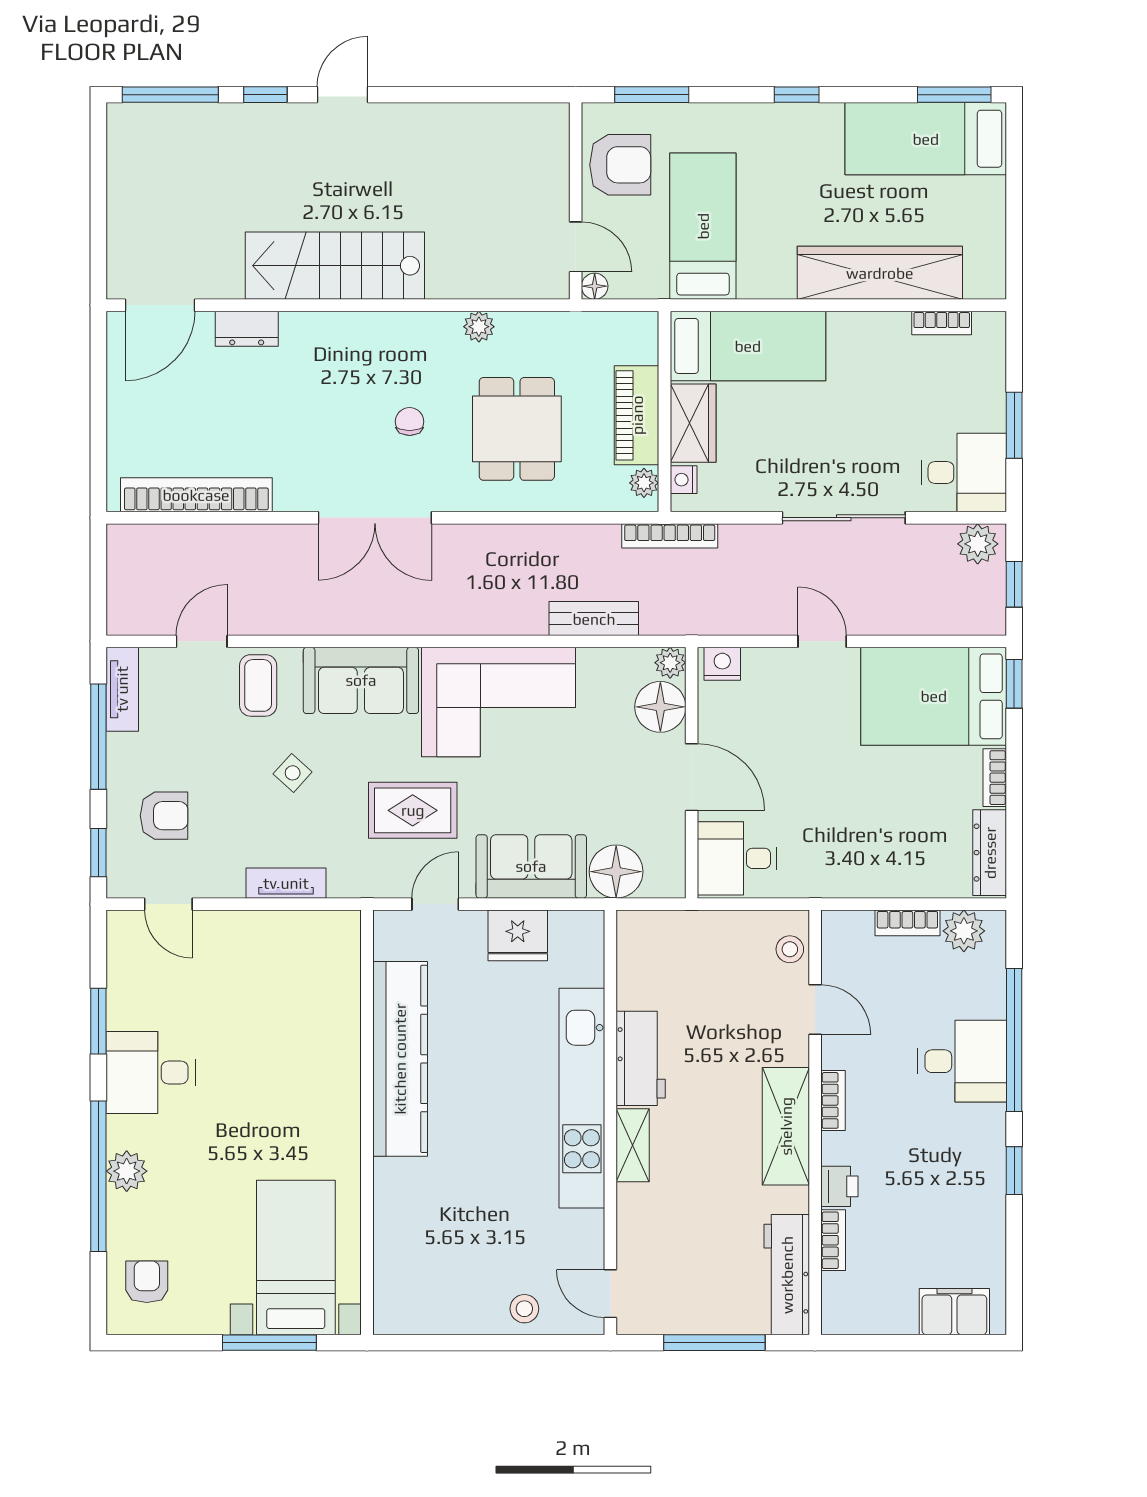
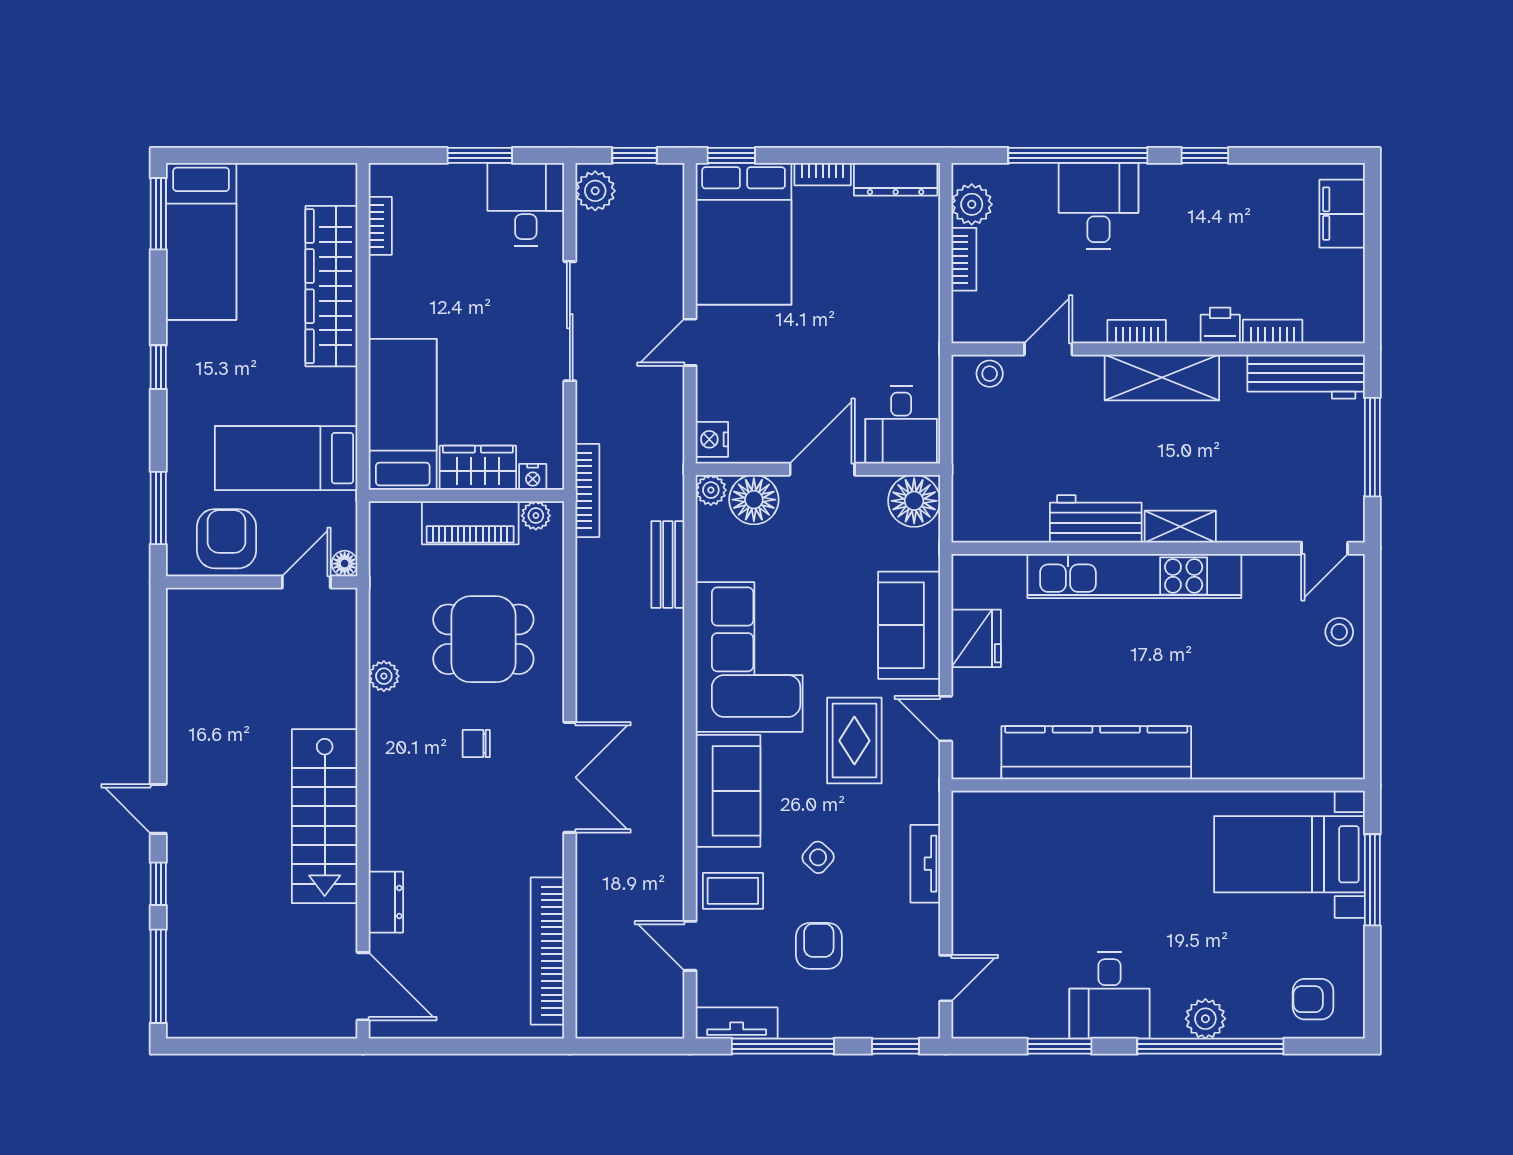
armchair: (164, 816) -> (819, 946), moved
floor lamp: (616, 872) -> (914, 501), moved

